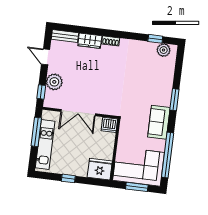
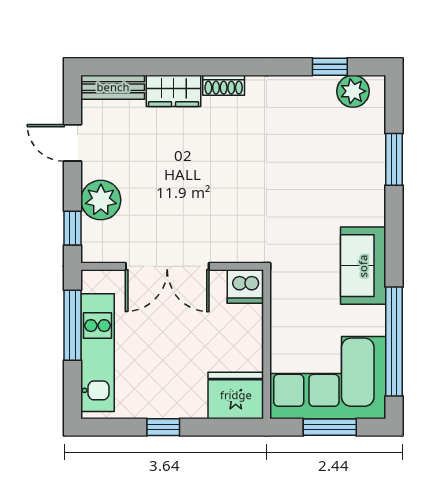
window: (174, 100) -> (394, 159), moved

